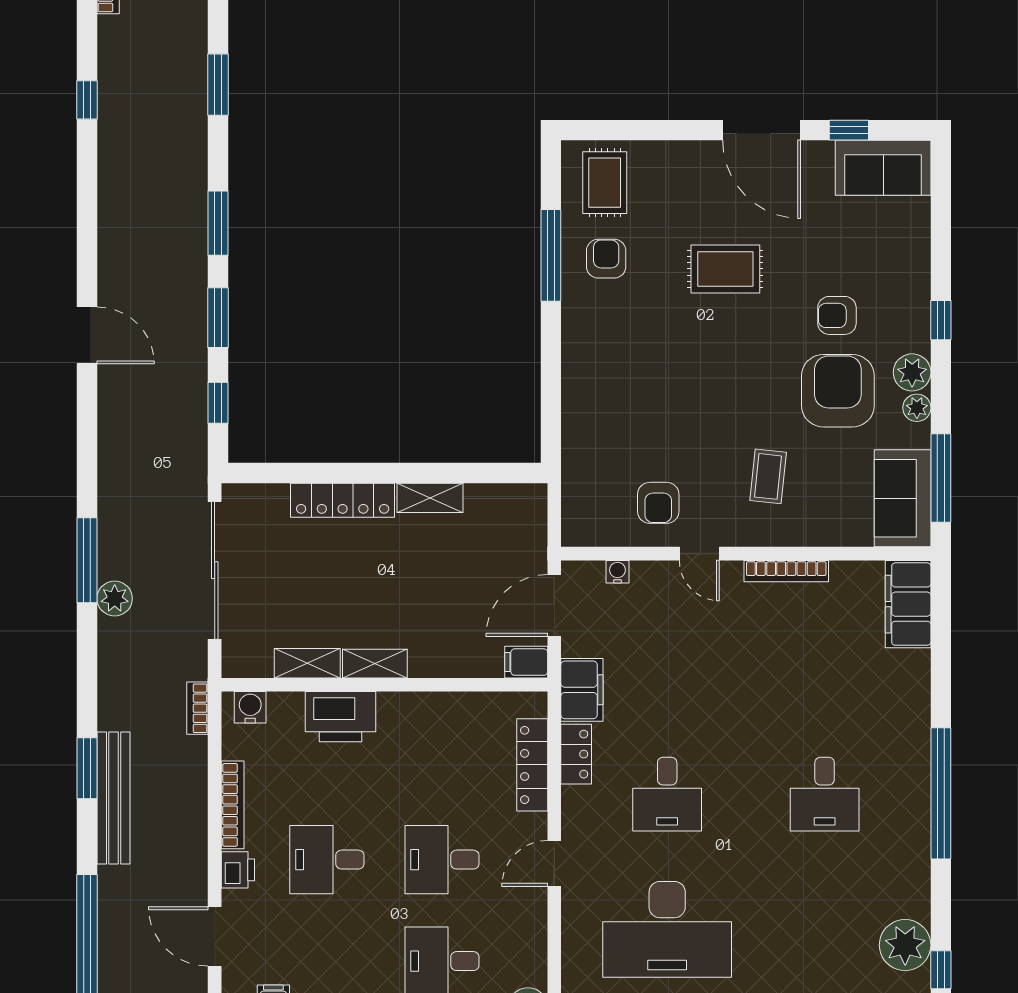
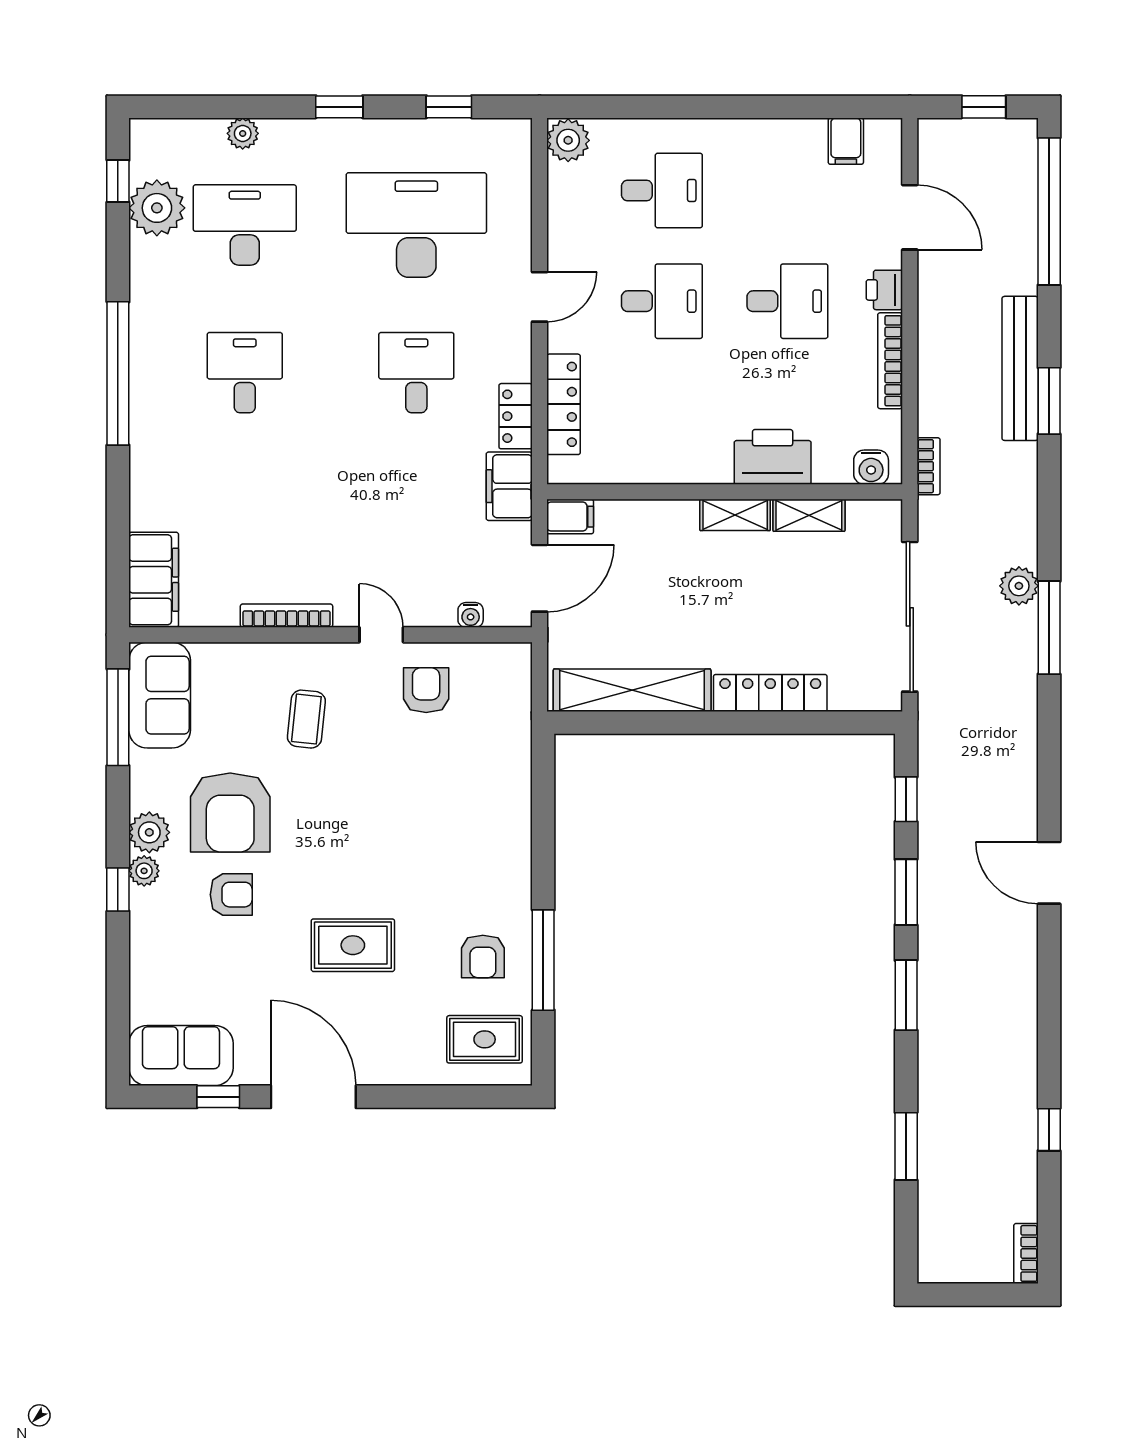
rug: (605, 183) -> (485, 1039), turned 90
plant: (917, 408) -> (144, 871), moved
shelving: (430, 498) -> (632, 690), width x2.20, depth x1.33
desk: (825, 929) -> (245, 225), added

